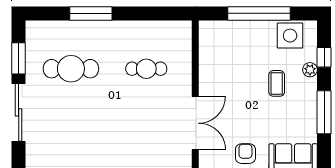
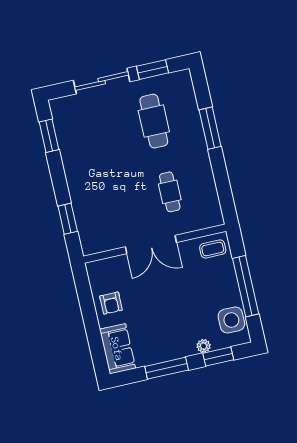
window: (324, 57) -> (218, 357), width x1.50
coffee table: (277, 83) -> (213, 249), moved
double door: (195, 123) -> (151, 245), moved
armchair: (245, 154) -> (111, 303), turned 90

